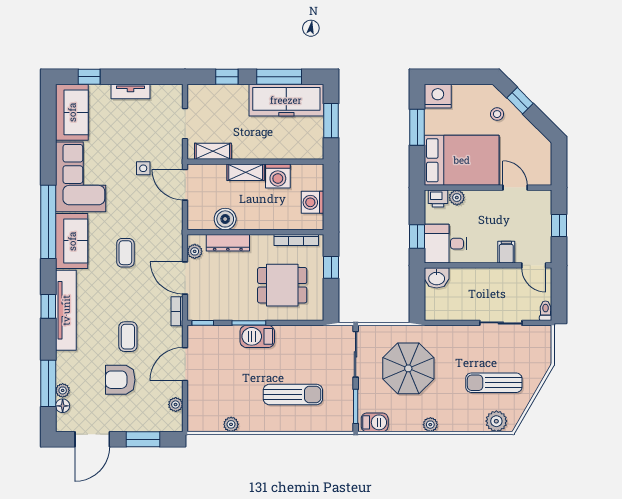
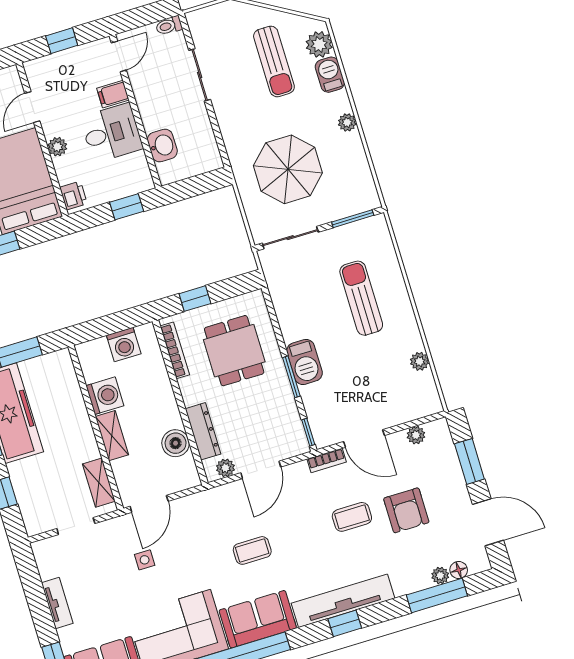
plant: (457, 198) -> (57, 147), moved
desk: (446, 244) -> (112, 133), moved, turned -90
washbasin: (437, 278) -> (162, 146), moved
bookcase: (177, 311) -> (327, 460), moved
barbecue: (375, 422) -> (330, 75), moved

